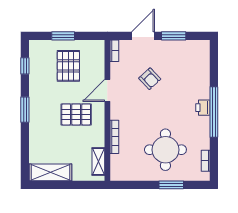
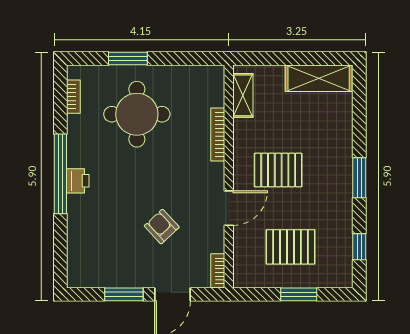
pallet: (68, 66) -> (290, 247), turned 90

